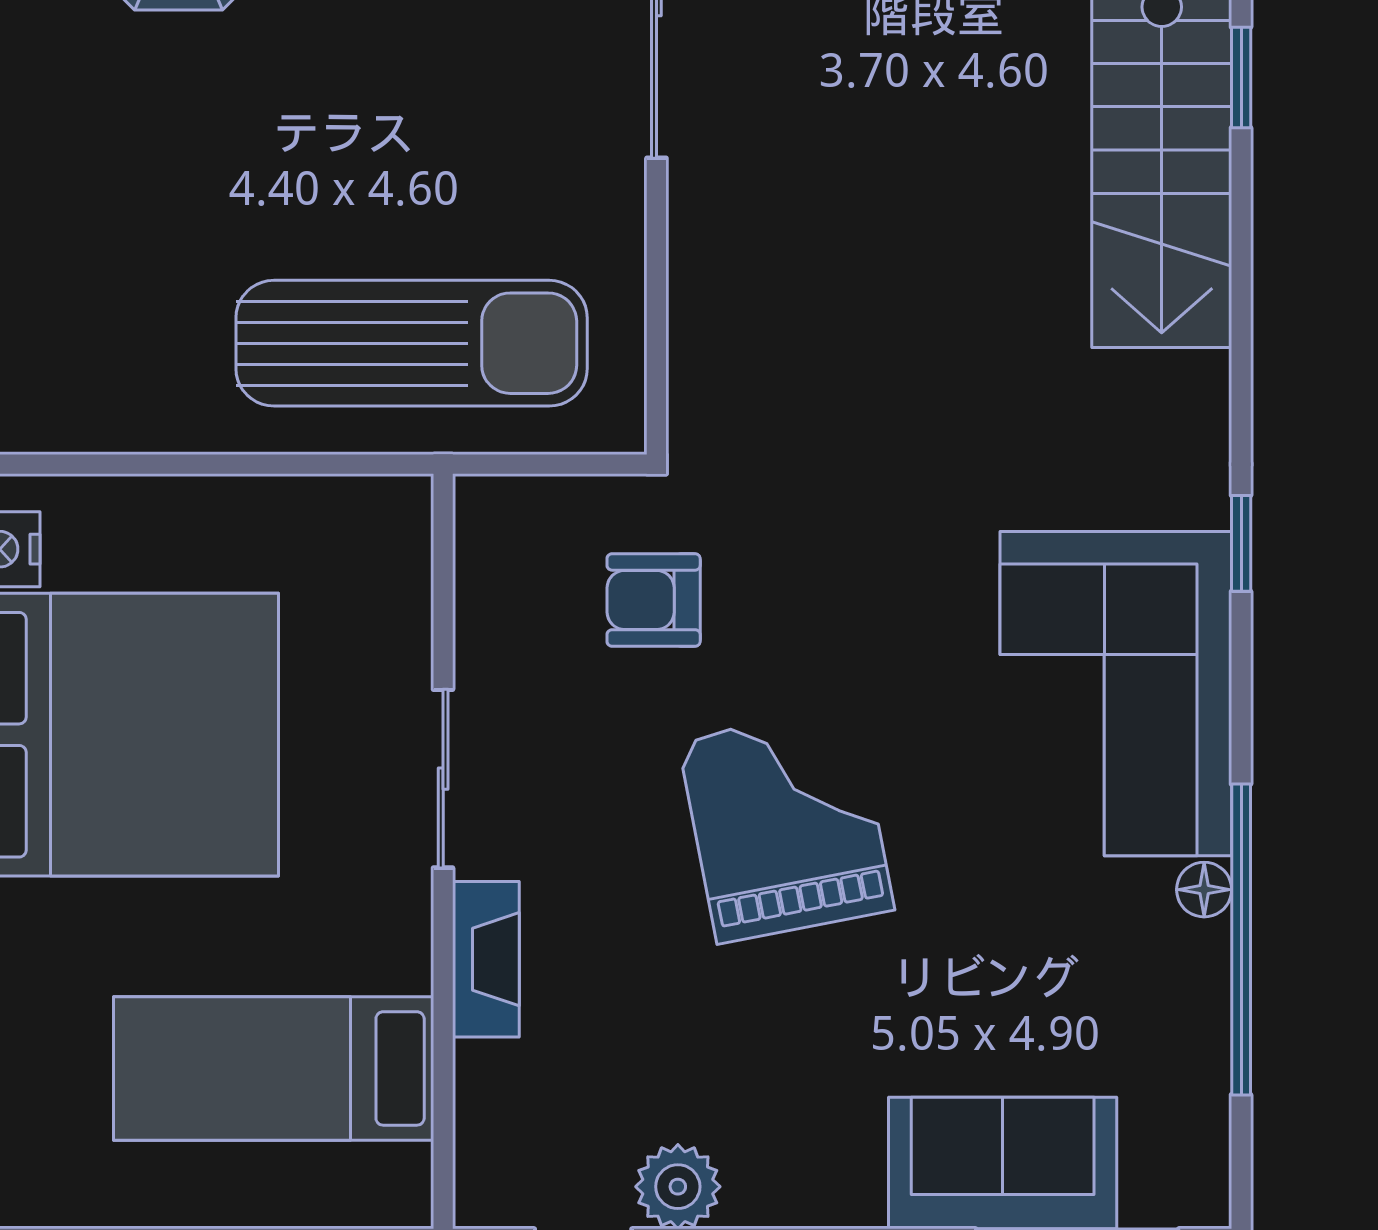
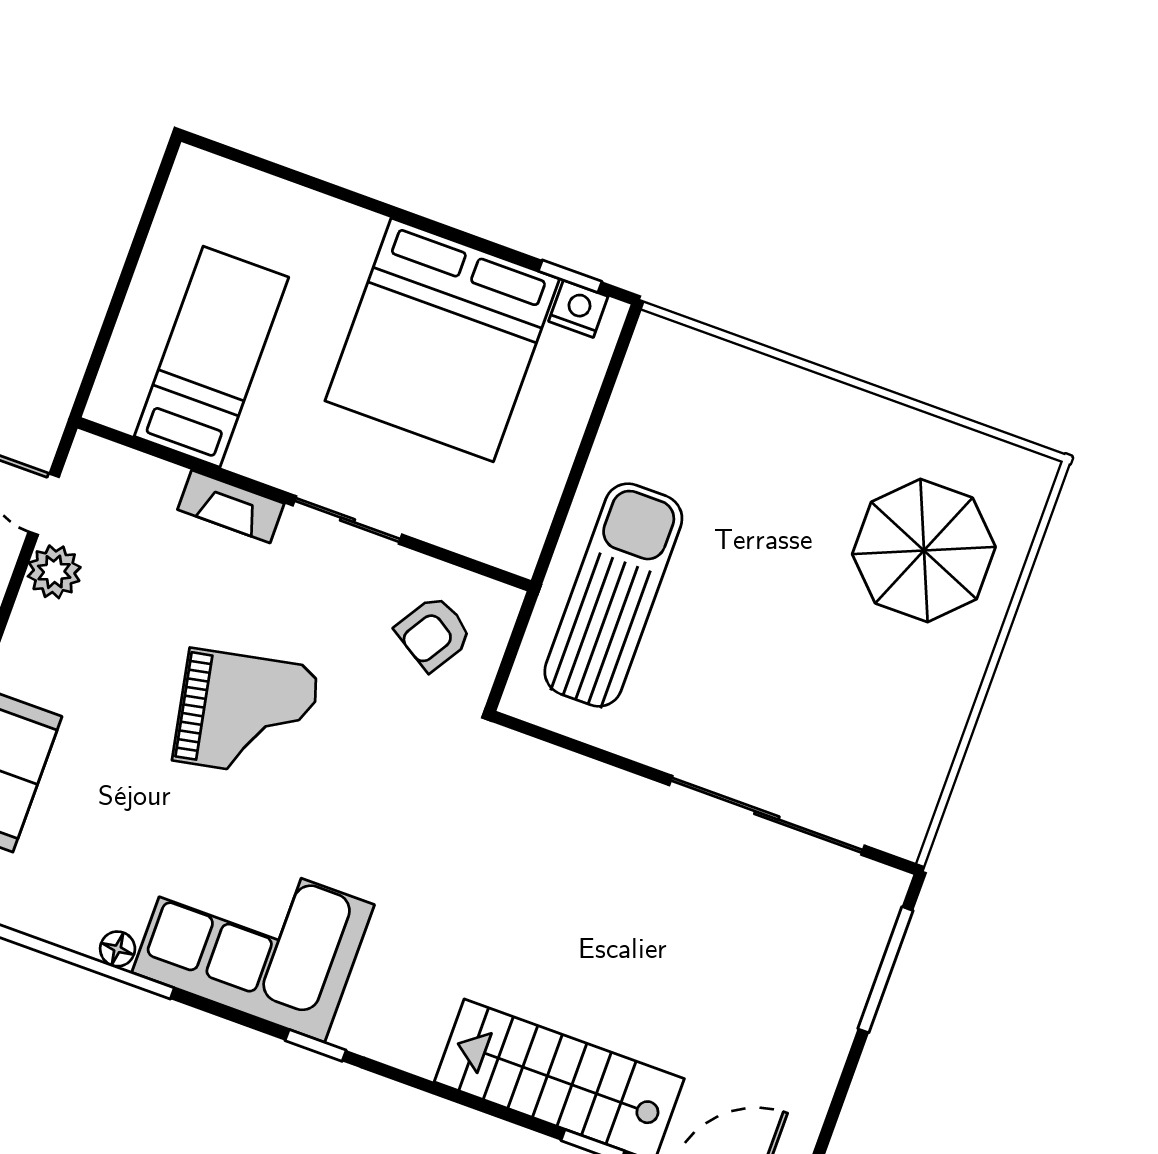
sun lounger: (412, 343) -> (613, 595), turned 180
armchair: (654, 600) -> (434, 633), moved, turned -148

